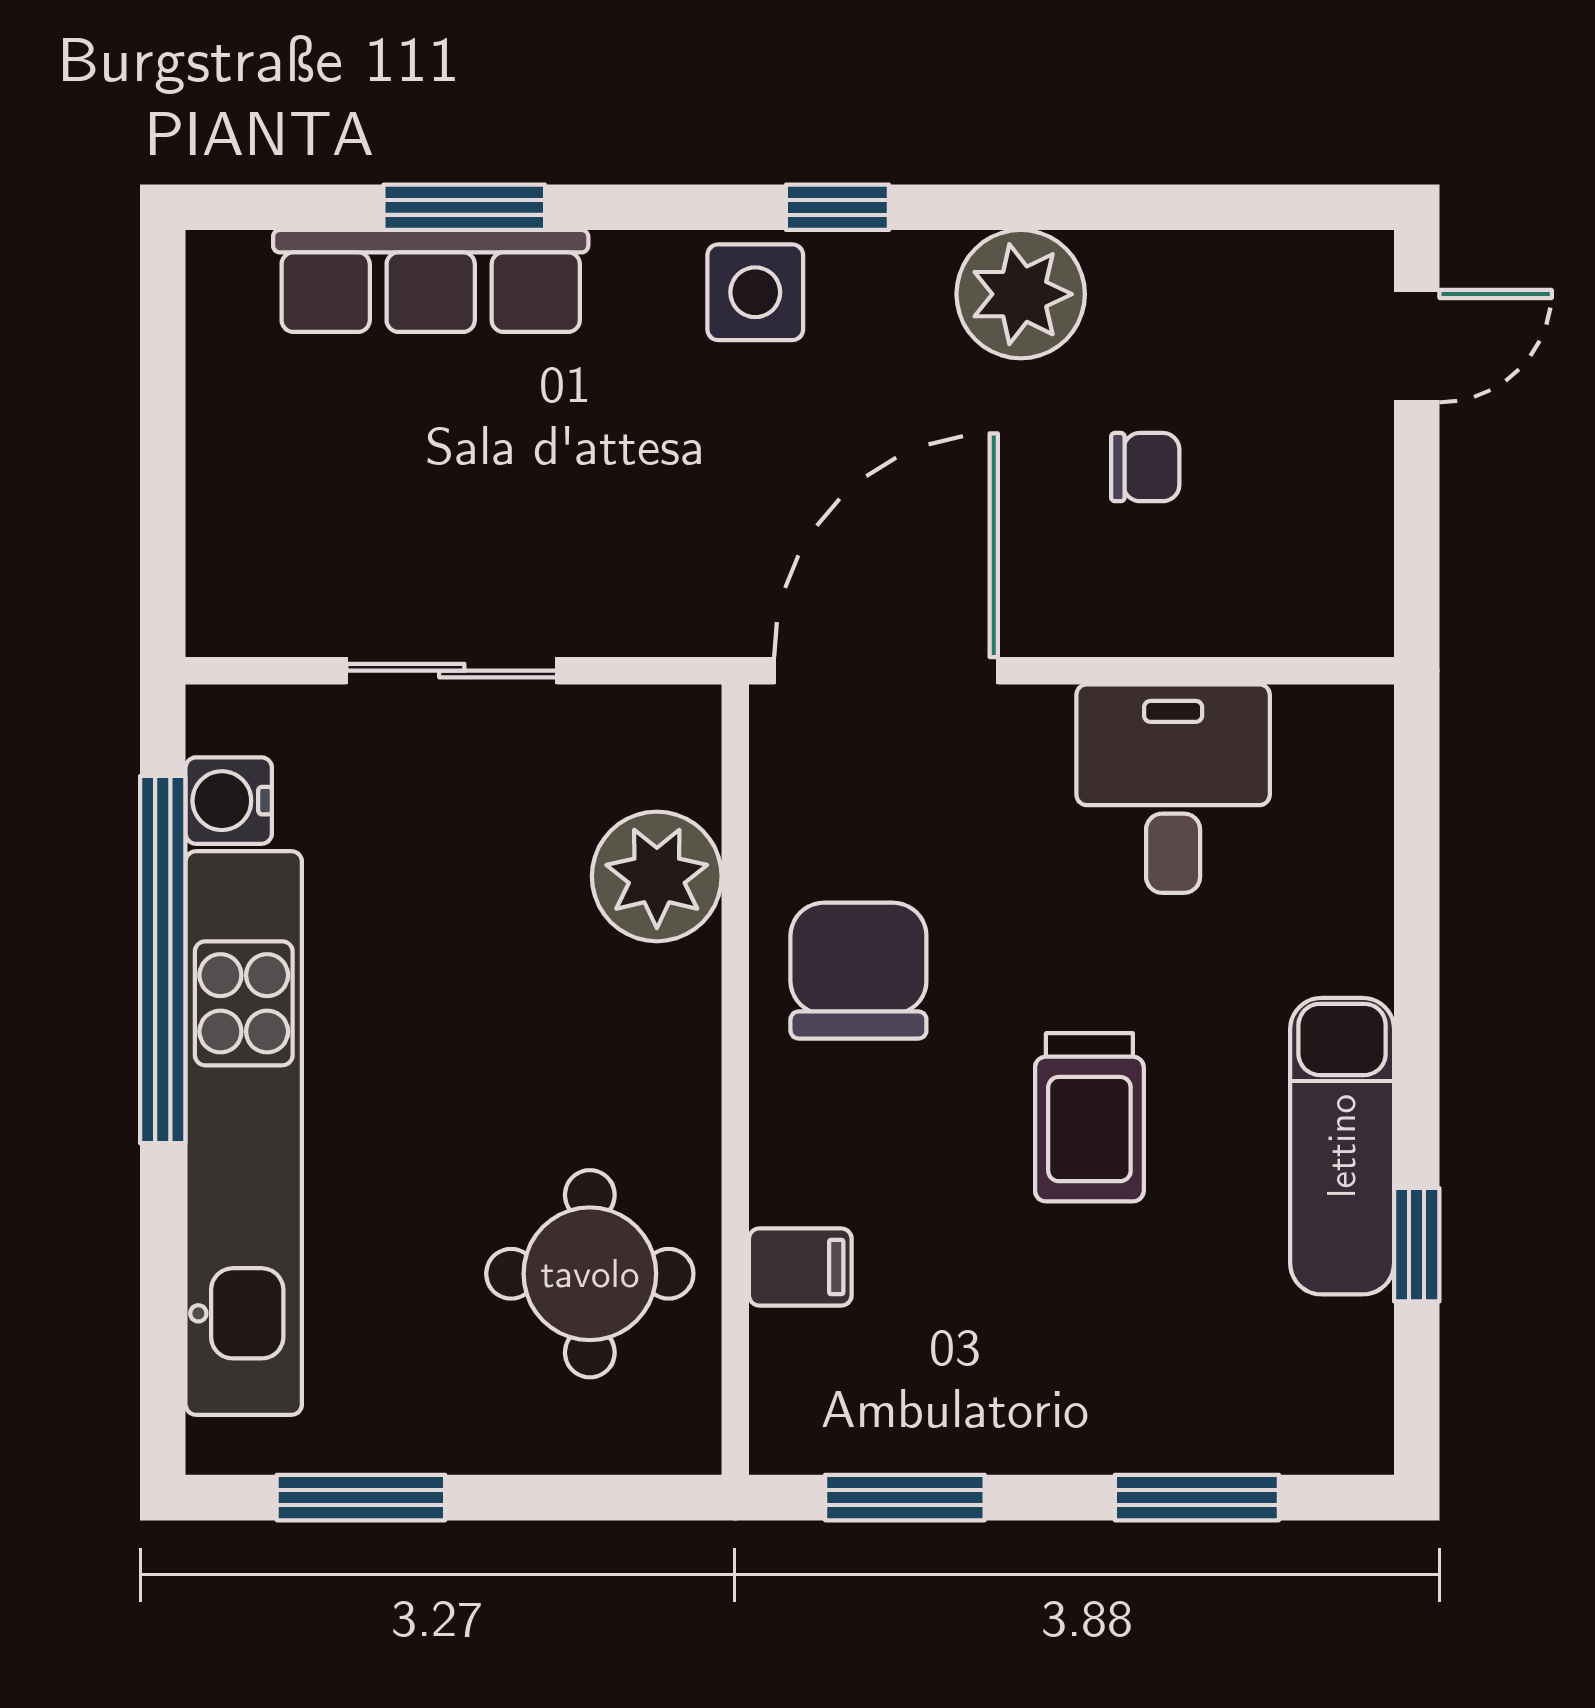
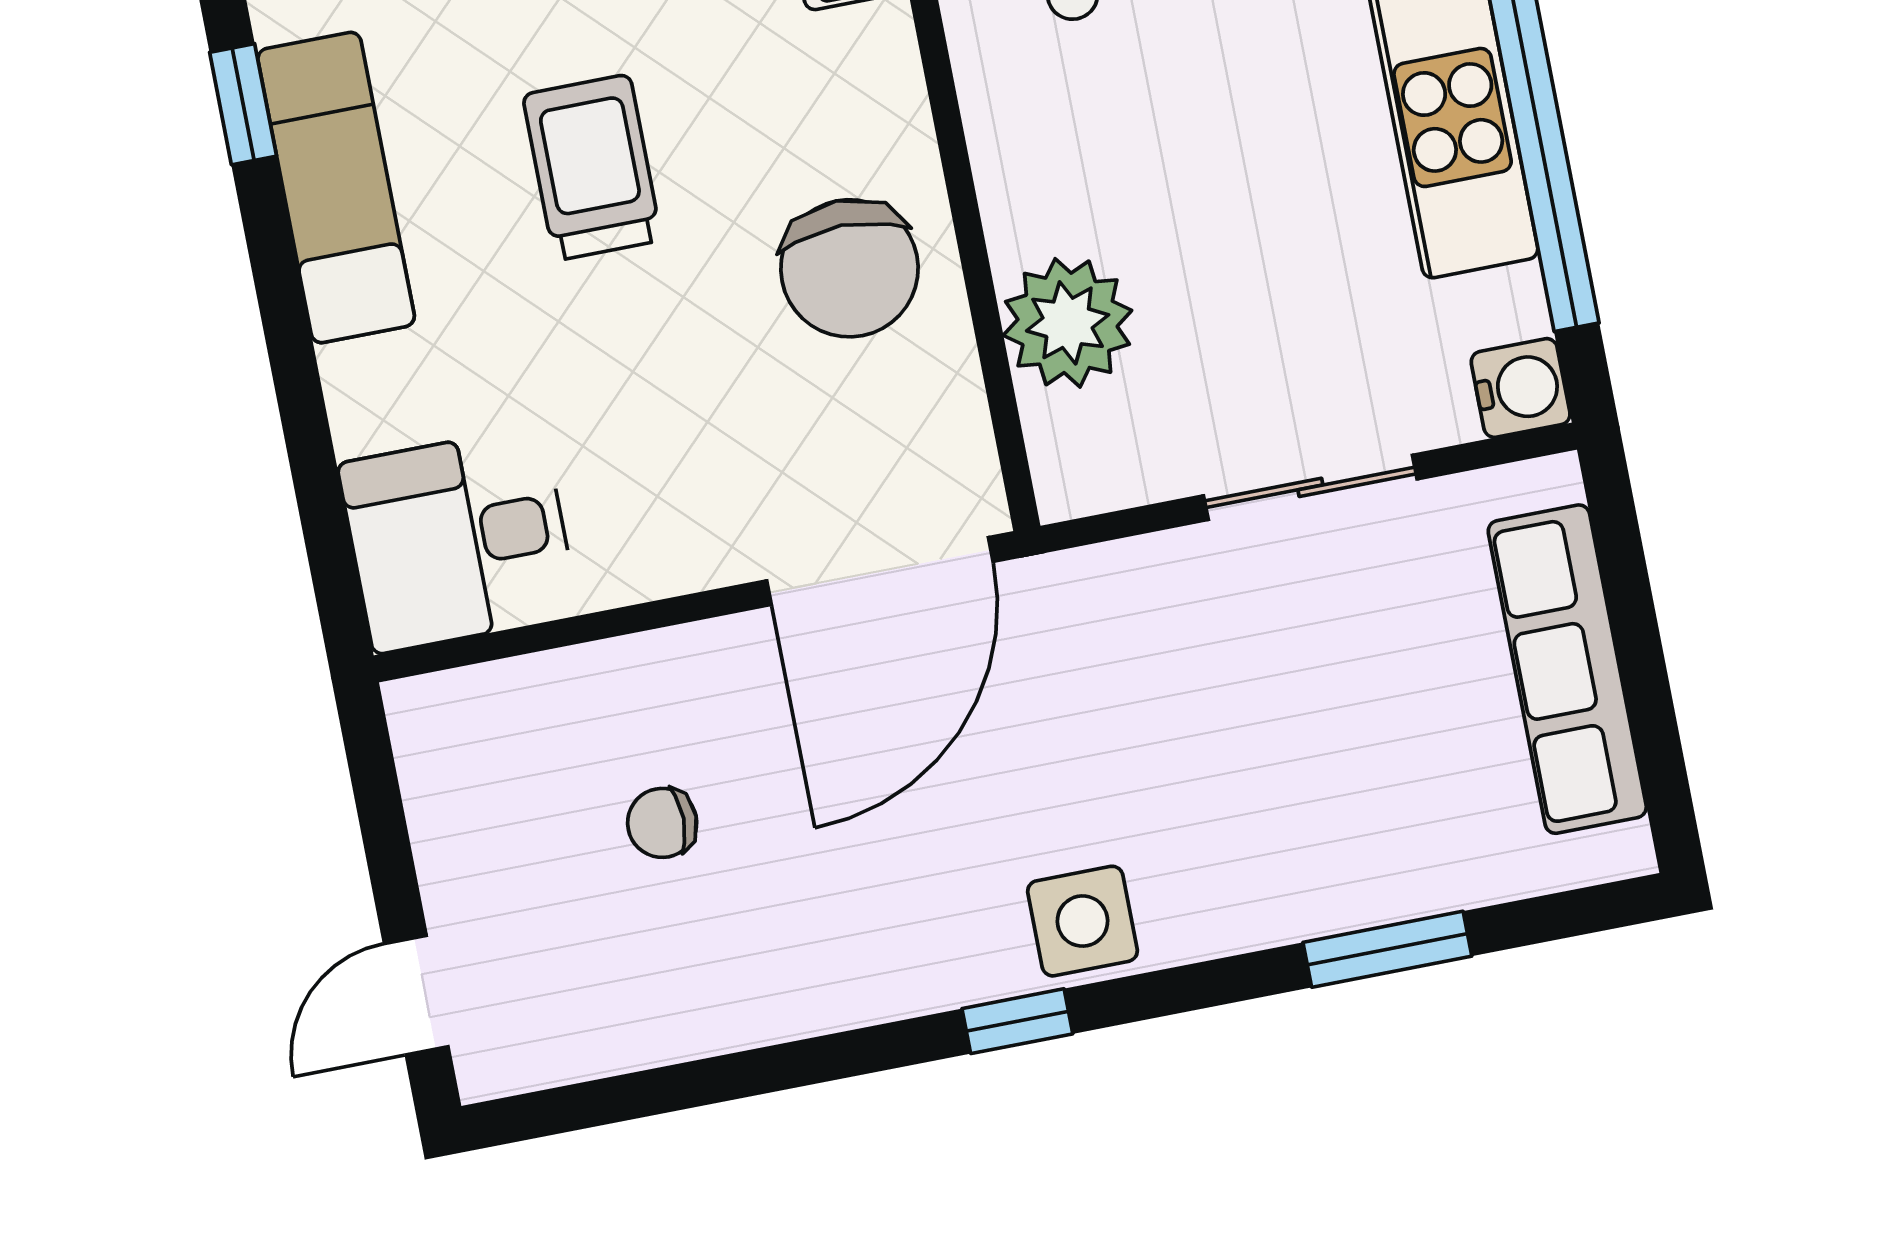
row of seats: (431, 281) -> (1567, 669), moved, turned -90
plant: (1021, 294) -> (819, 970), removed
desk: (1173, 789) -> (458, 540), moved, turned 90
water cooler: (229, 801) -> (1521, 388), moved

